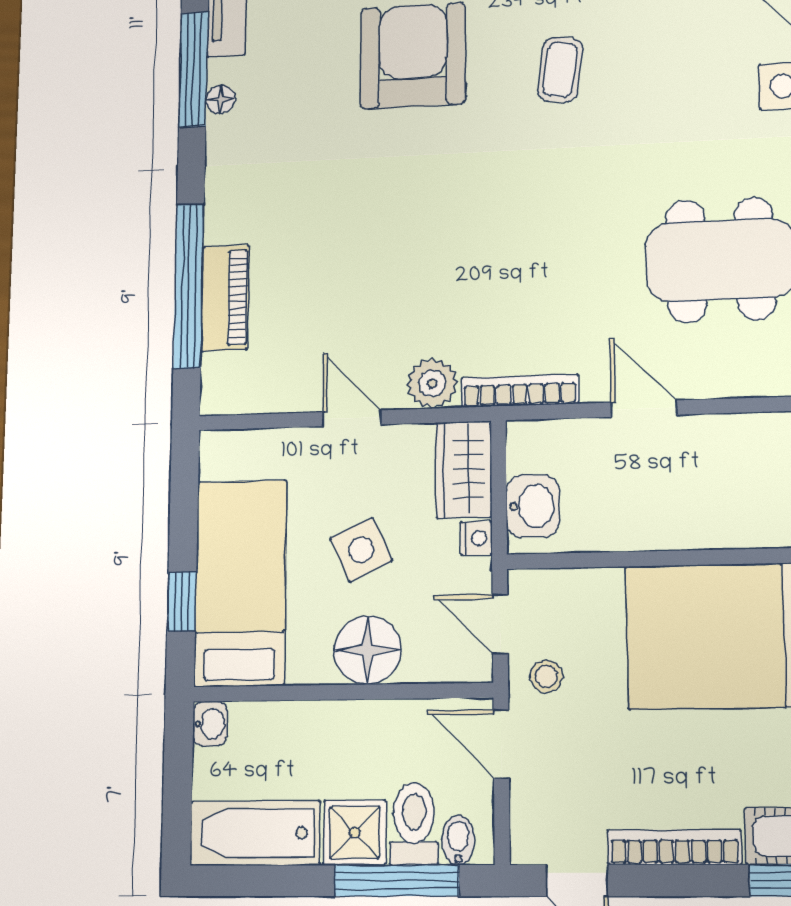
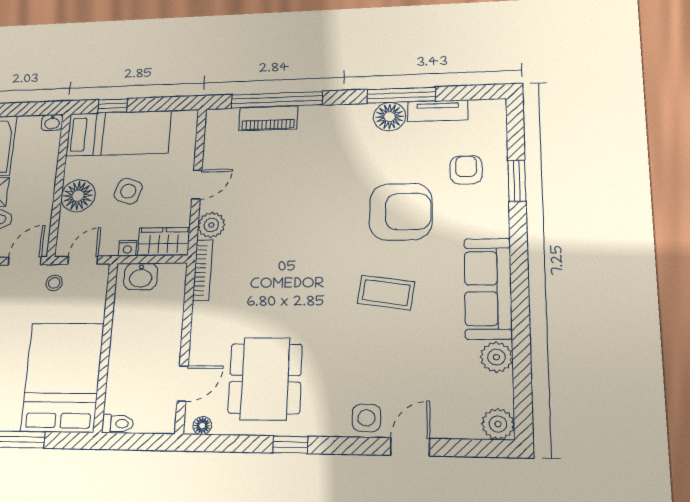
coffee table: (560, 70) -> (386, 293), width x1.36, depth x1.30
floor lamp: (220, 99) -> (390, 117), width x1.89, depth x1.89
door: (644, 409) -> (183, 384), moved
side table: (361, 550) -> (128, 191), turned 45

